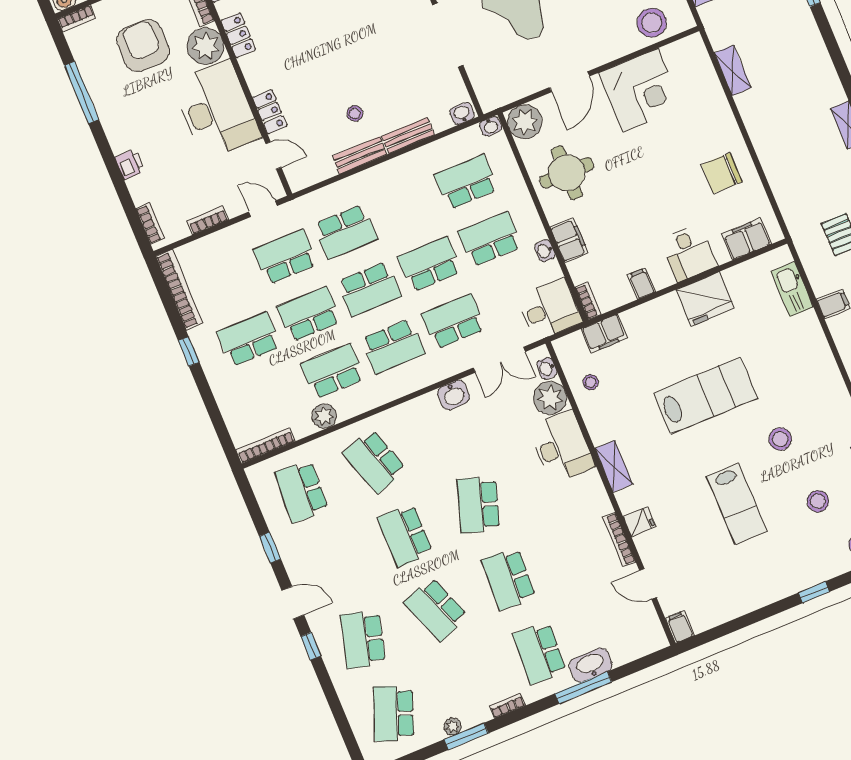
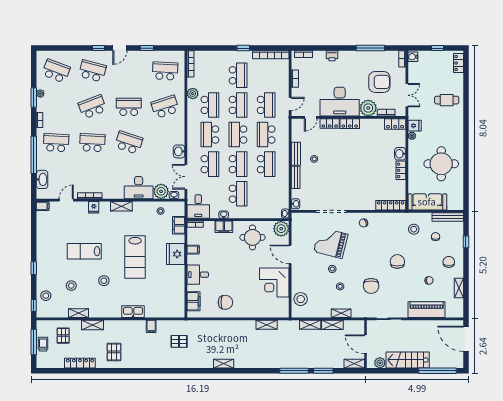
locker: (238, 35) -> (350, 124), moved
chair: (722, 173) -> (225, 302), turned 90
school desk: (466, 182) -> (266, 164), moved
kitchen sink: (792, 289) -> (133, 312), moved
fridge: (705, 299) -> (176, 254), moved
washbasin: (591, 665) -> (42, 179), moved
window: (583, 688) -> (34, 155), width x1.46

